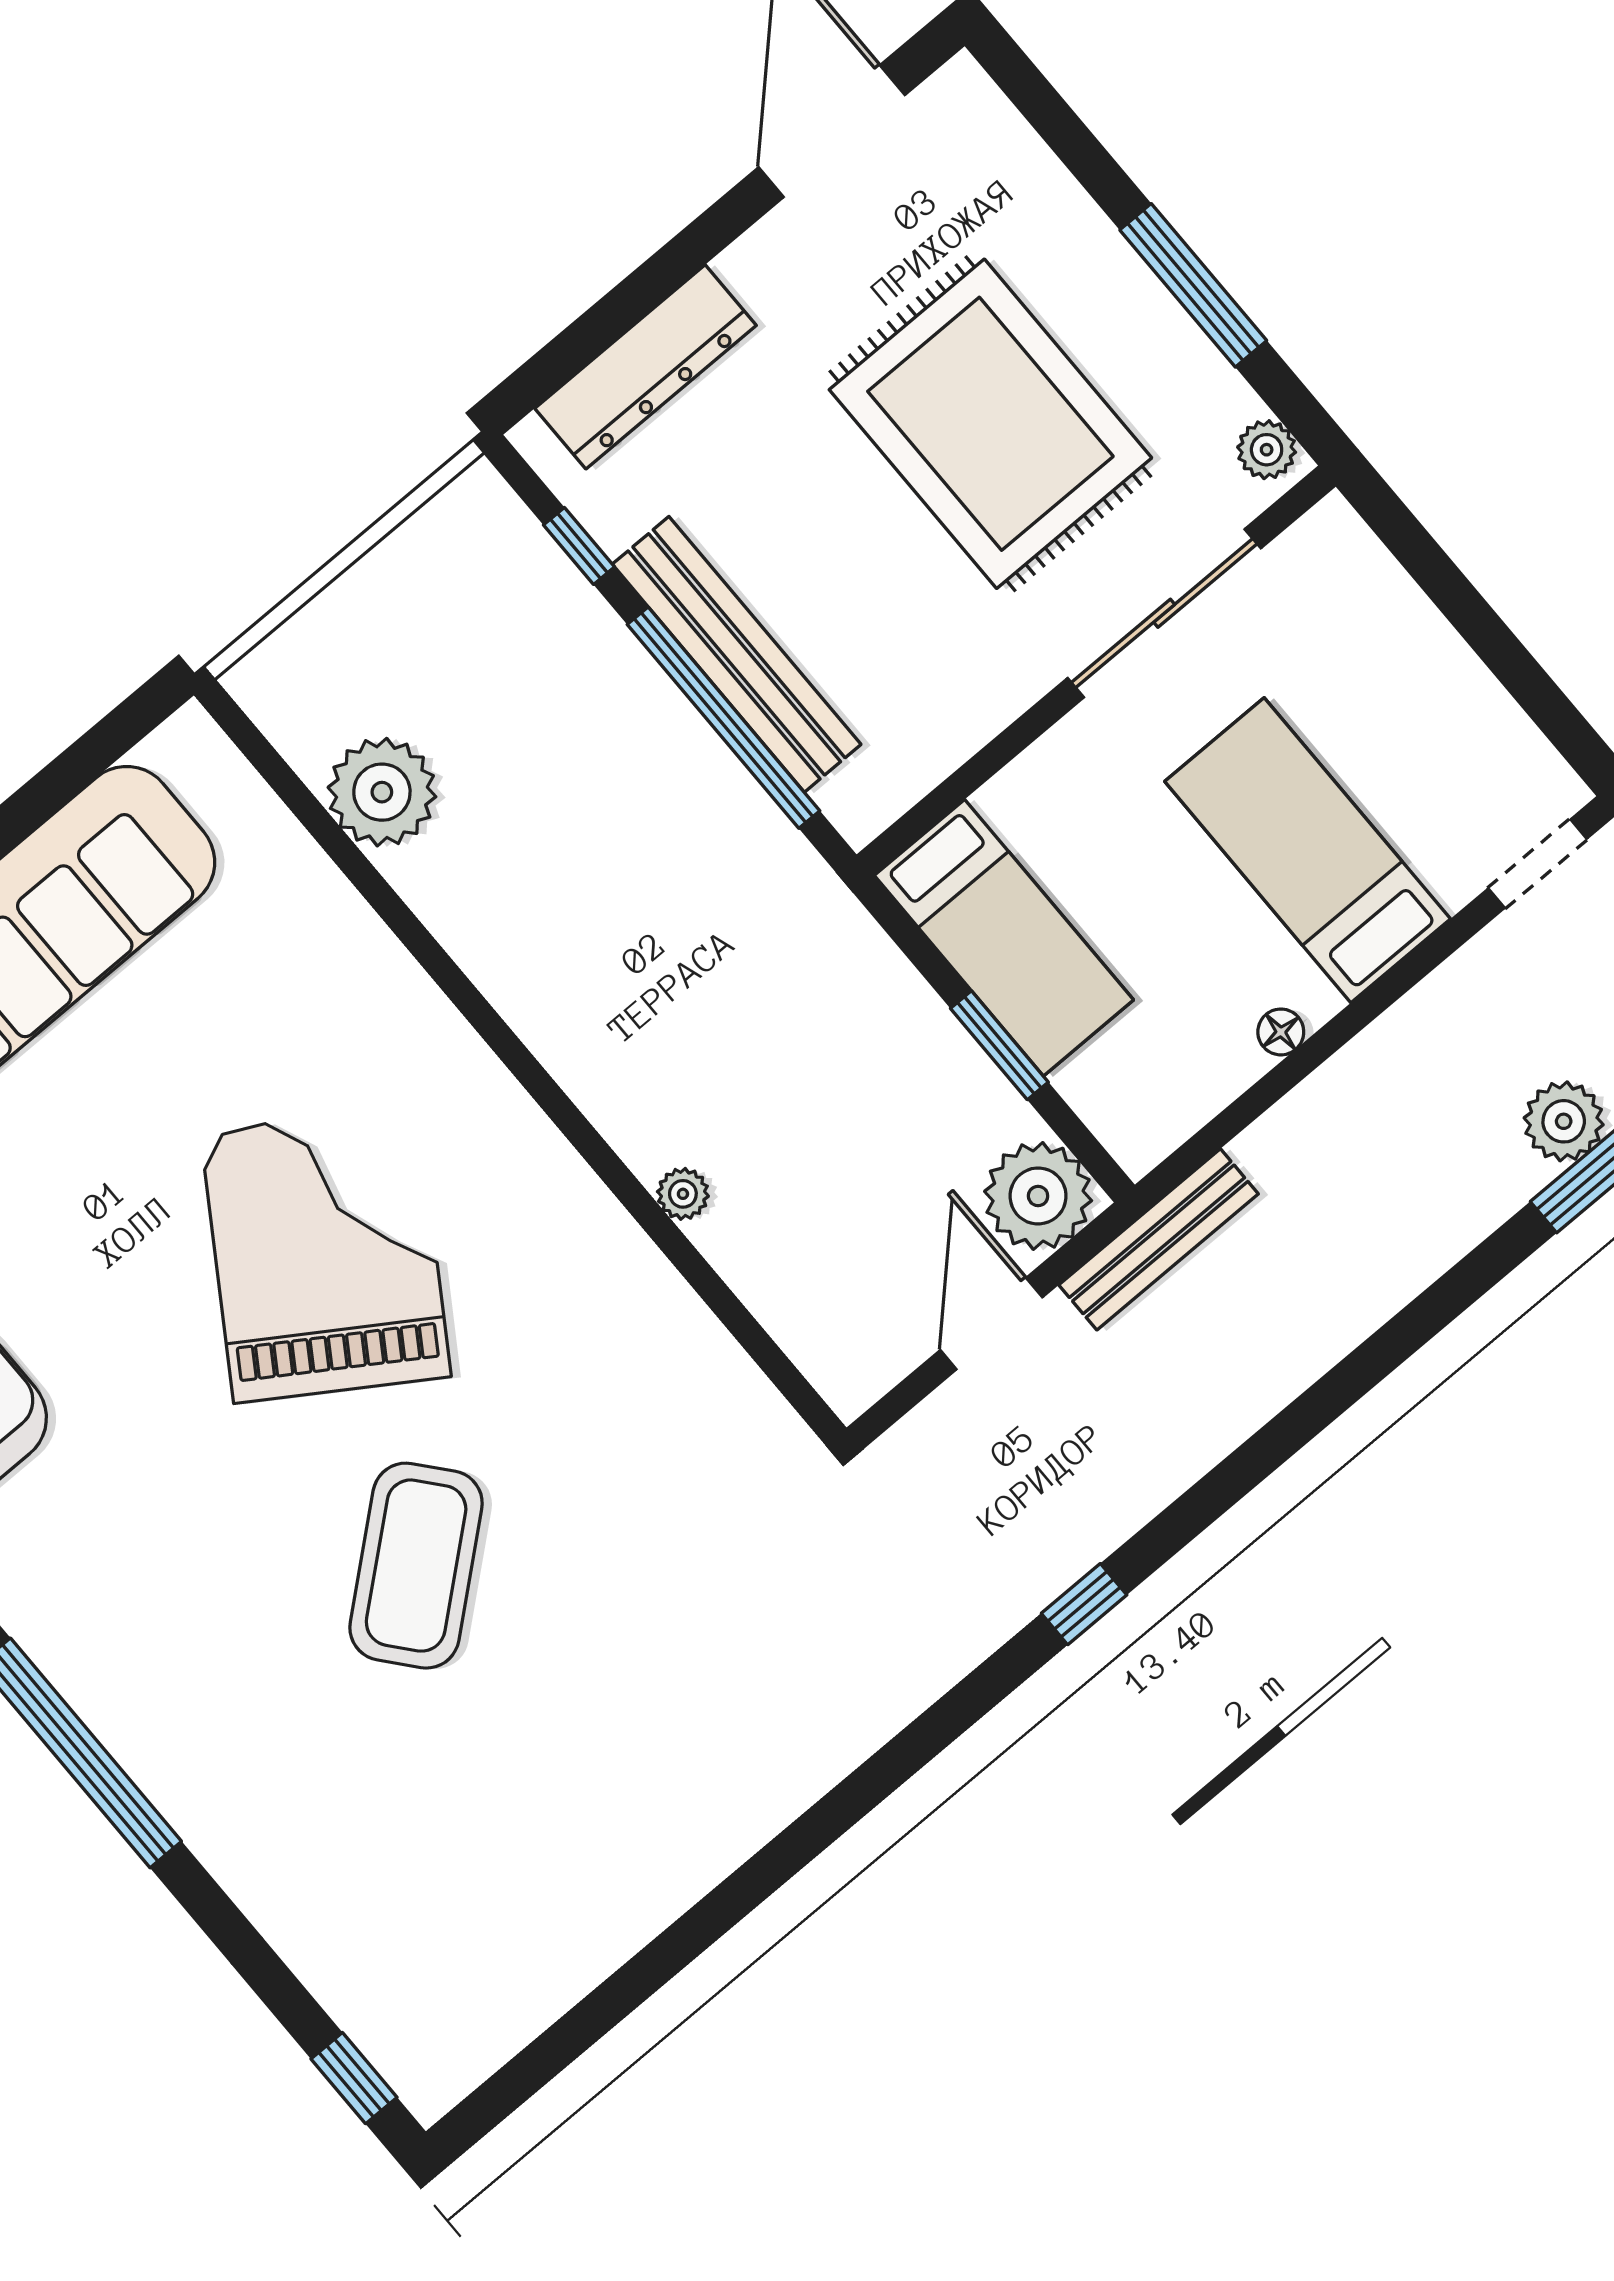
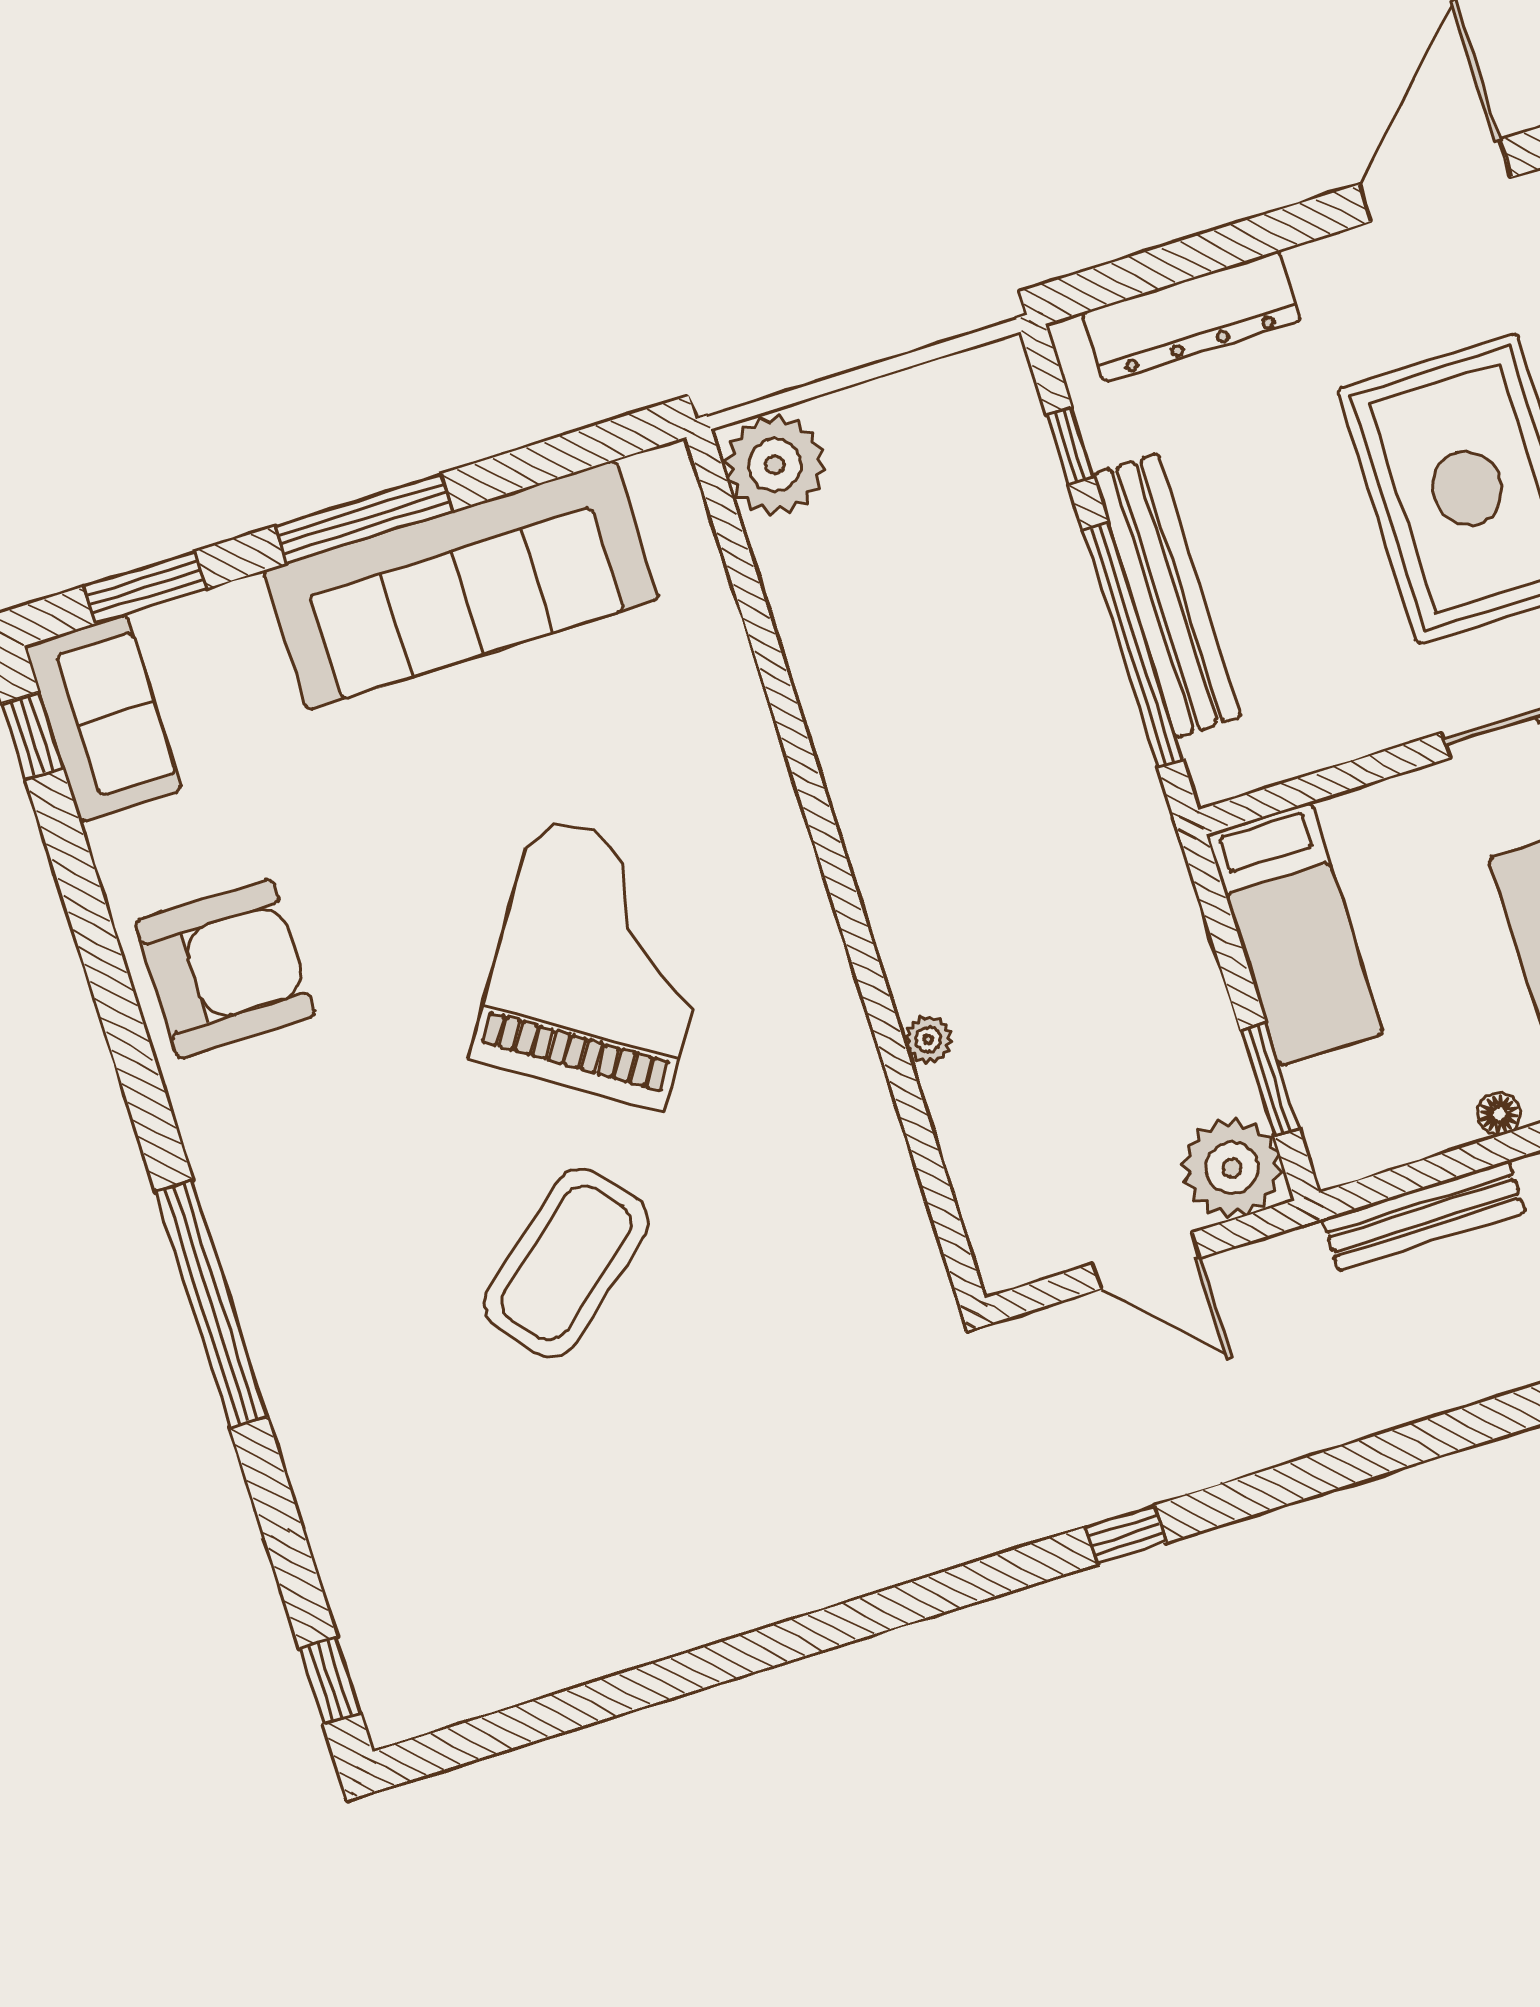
plant: (382, 792) -> (775, 465), moved
window: (999, 1045) -> (1270, 1079), moved
bench: (1159, 1239) -> (1424, 1216), moved
door: (991, 1324) -> (1146, 1261), swing flipped

